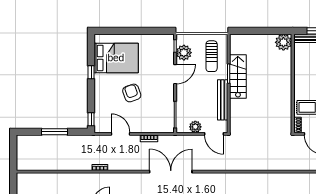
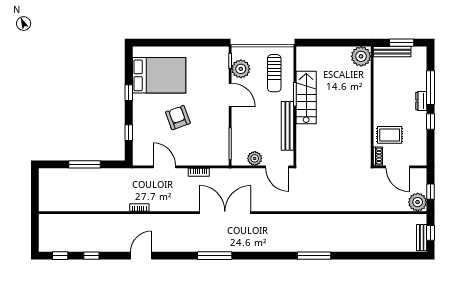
door: (175, 74) -> (230, 95), hinge flipped
window: (91, 119) -> (129, 133), moved

